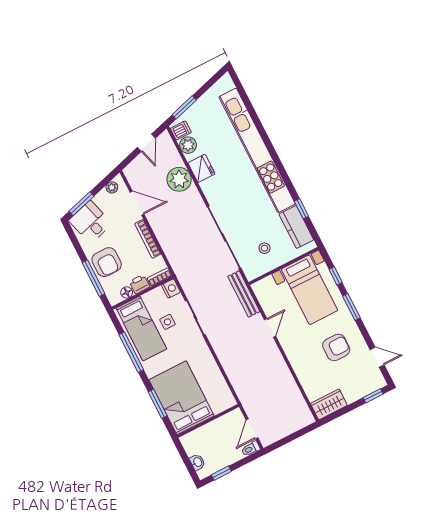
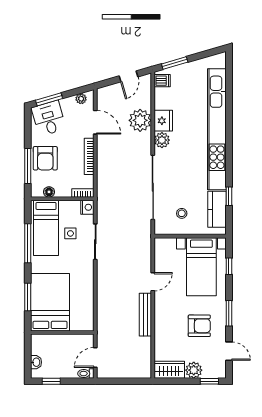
plant: (188, 145) -> (162, 140), moved
printer: (139, 284) -> (63, 190), removed
bench: (244, 294) -> (145, 315), moved
window: (351, 307) -> (229, 313), moved
plant: (353, 393) -> (194, 370), added

